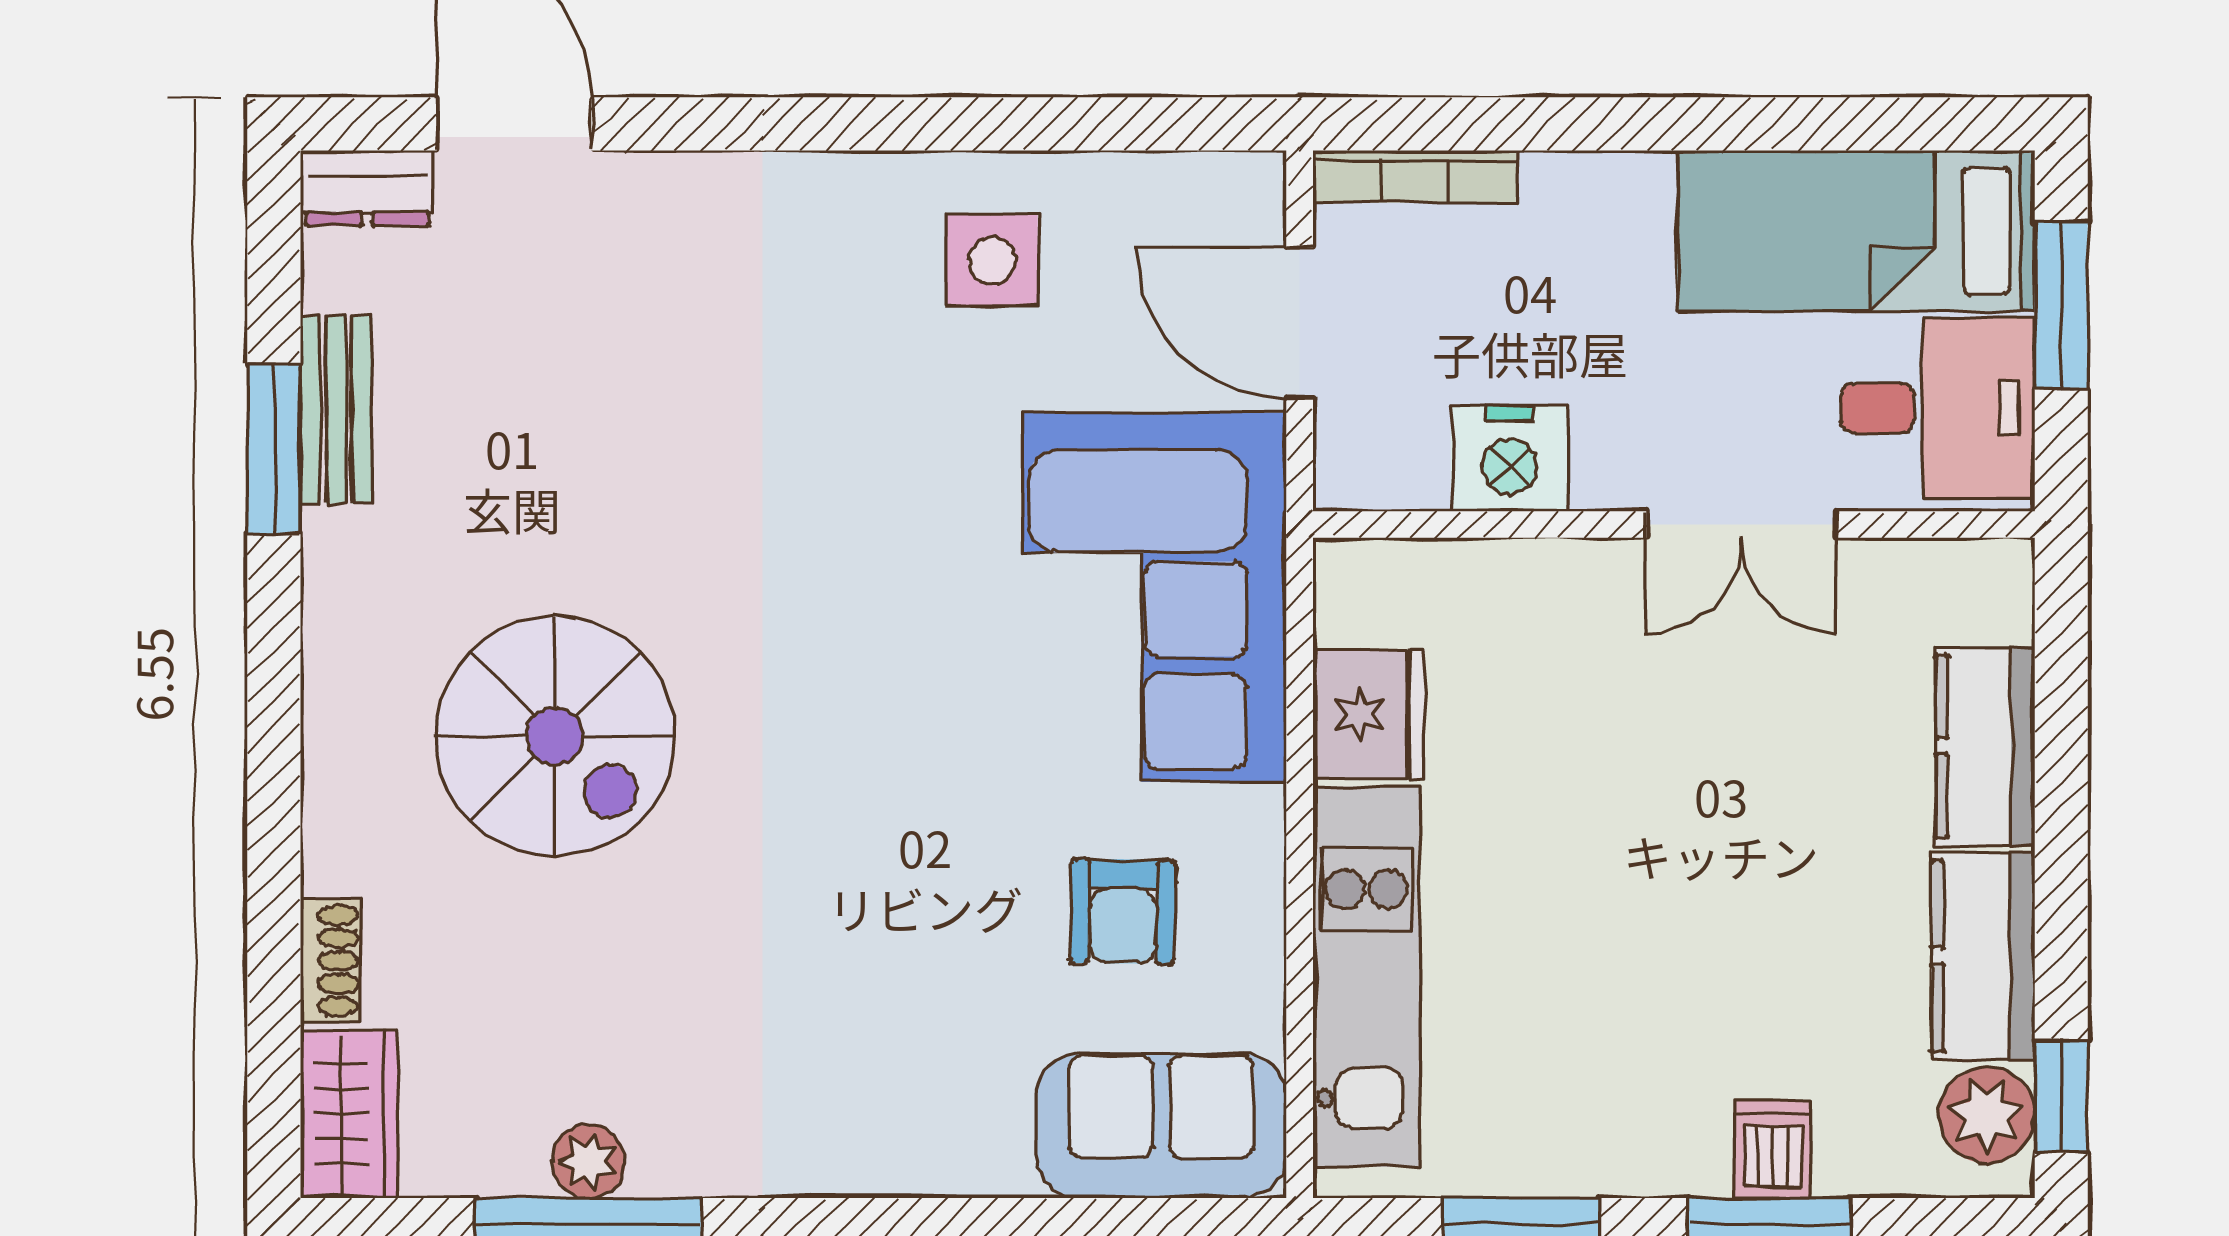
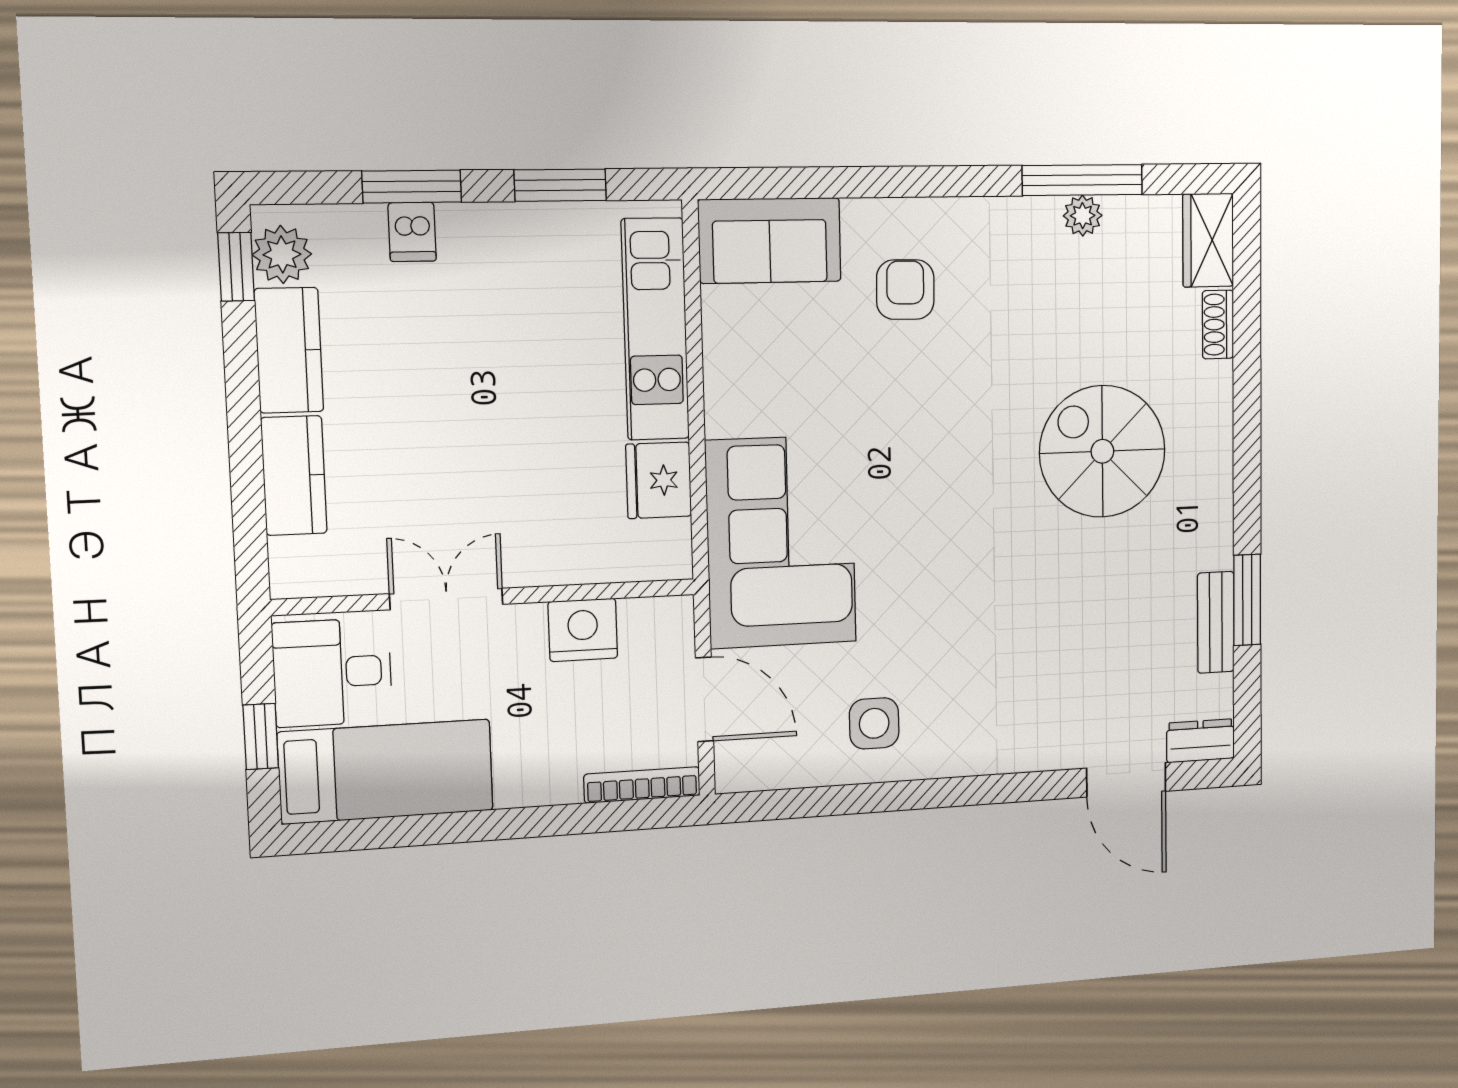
window: (2061, 305) -> (261, 736), width x0.67
armchair: (1123, 912) -> (905, 290), moved

